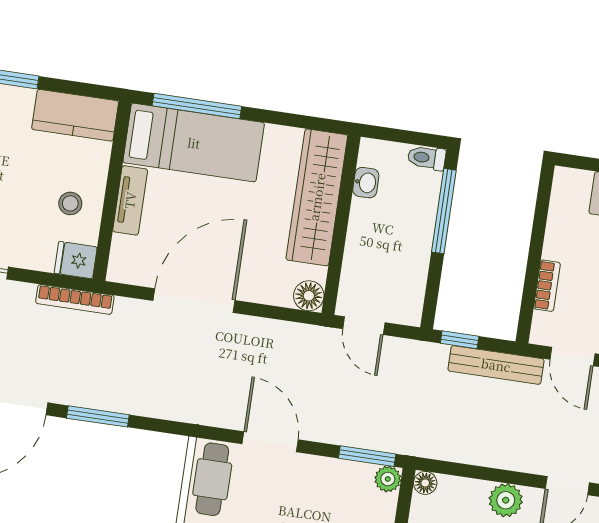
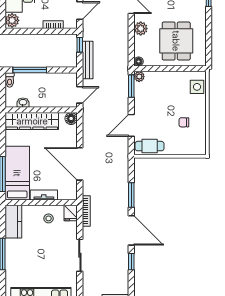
plant: (573, 186) -> (12, 20), added
window: (460, 340) -> (80, 45), moved
bench: (496, 365) -> (88, 60), moved

